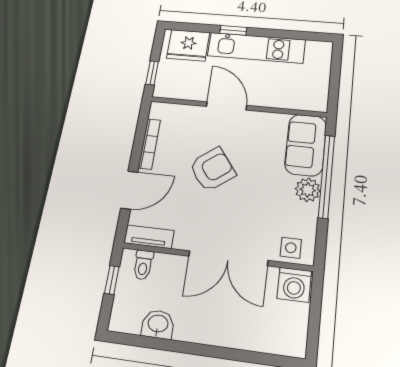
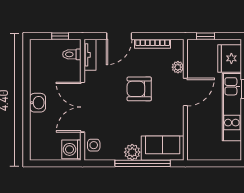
plant: (189, 113) -> (178, 67), added
armchair: (212, 169) -> (139, 89), turned 127
door: (129, 190) -> (119, 36), hinge flipped
washbasin: (158, 324) -> (38, 103), moved

